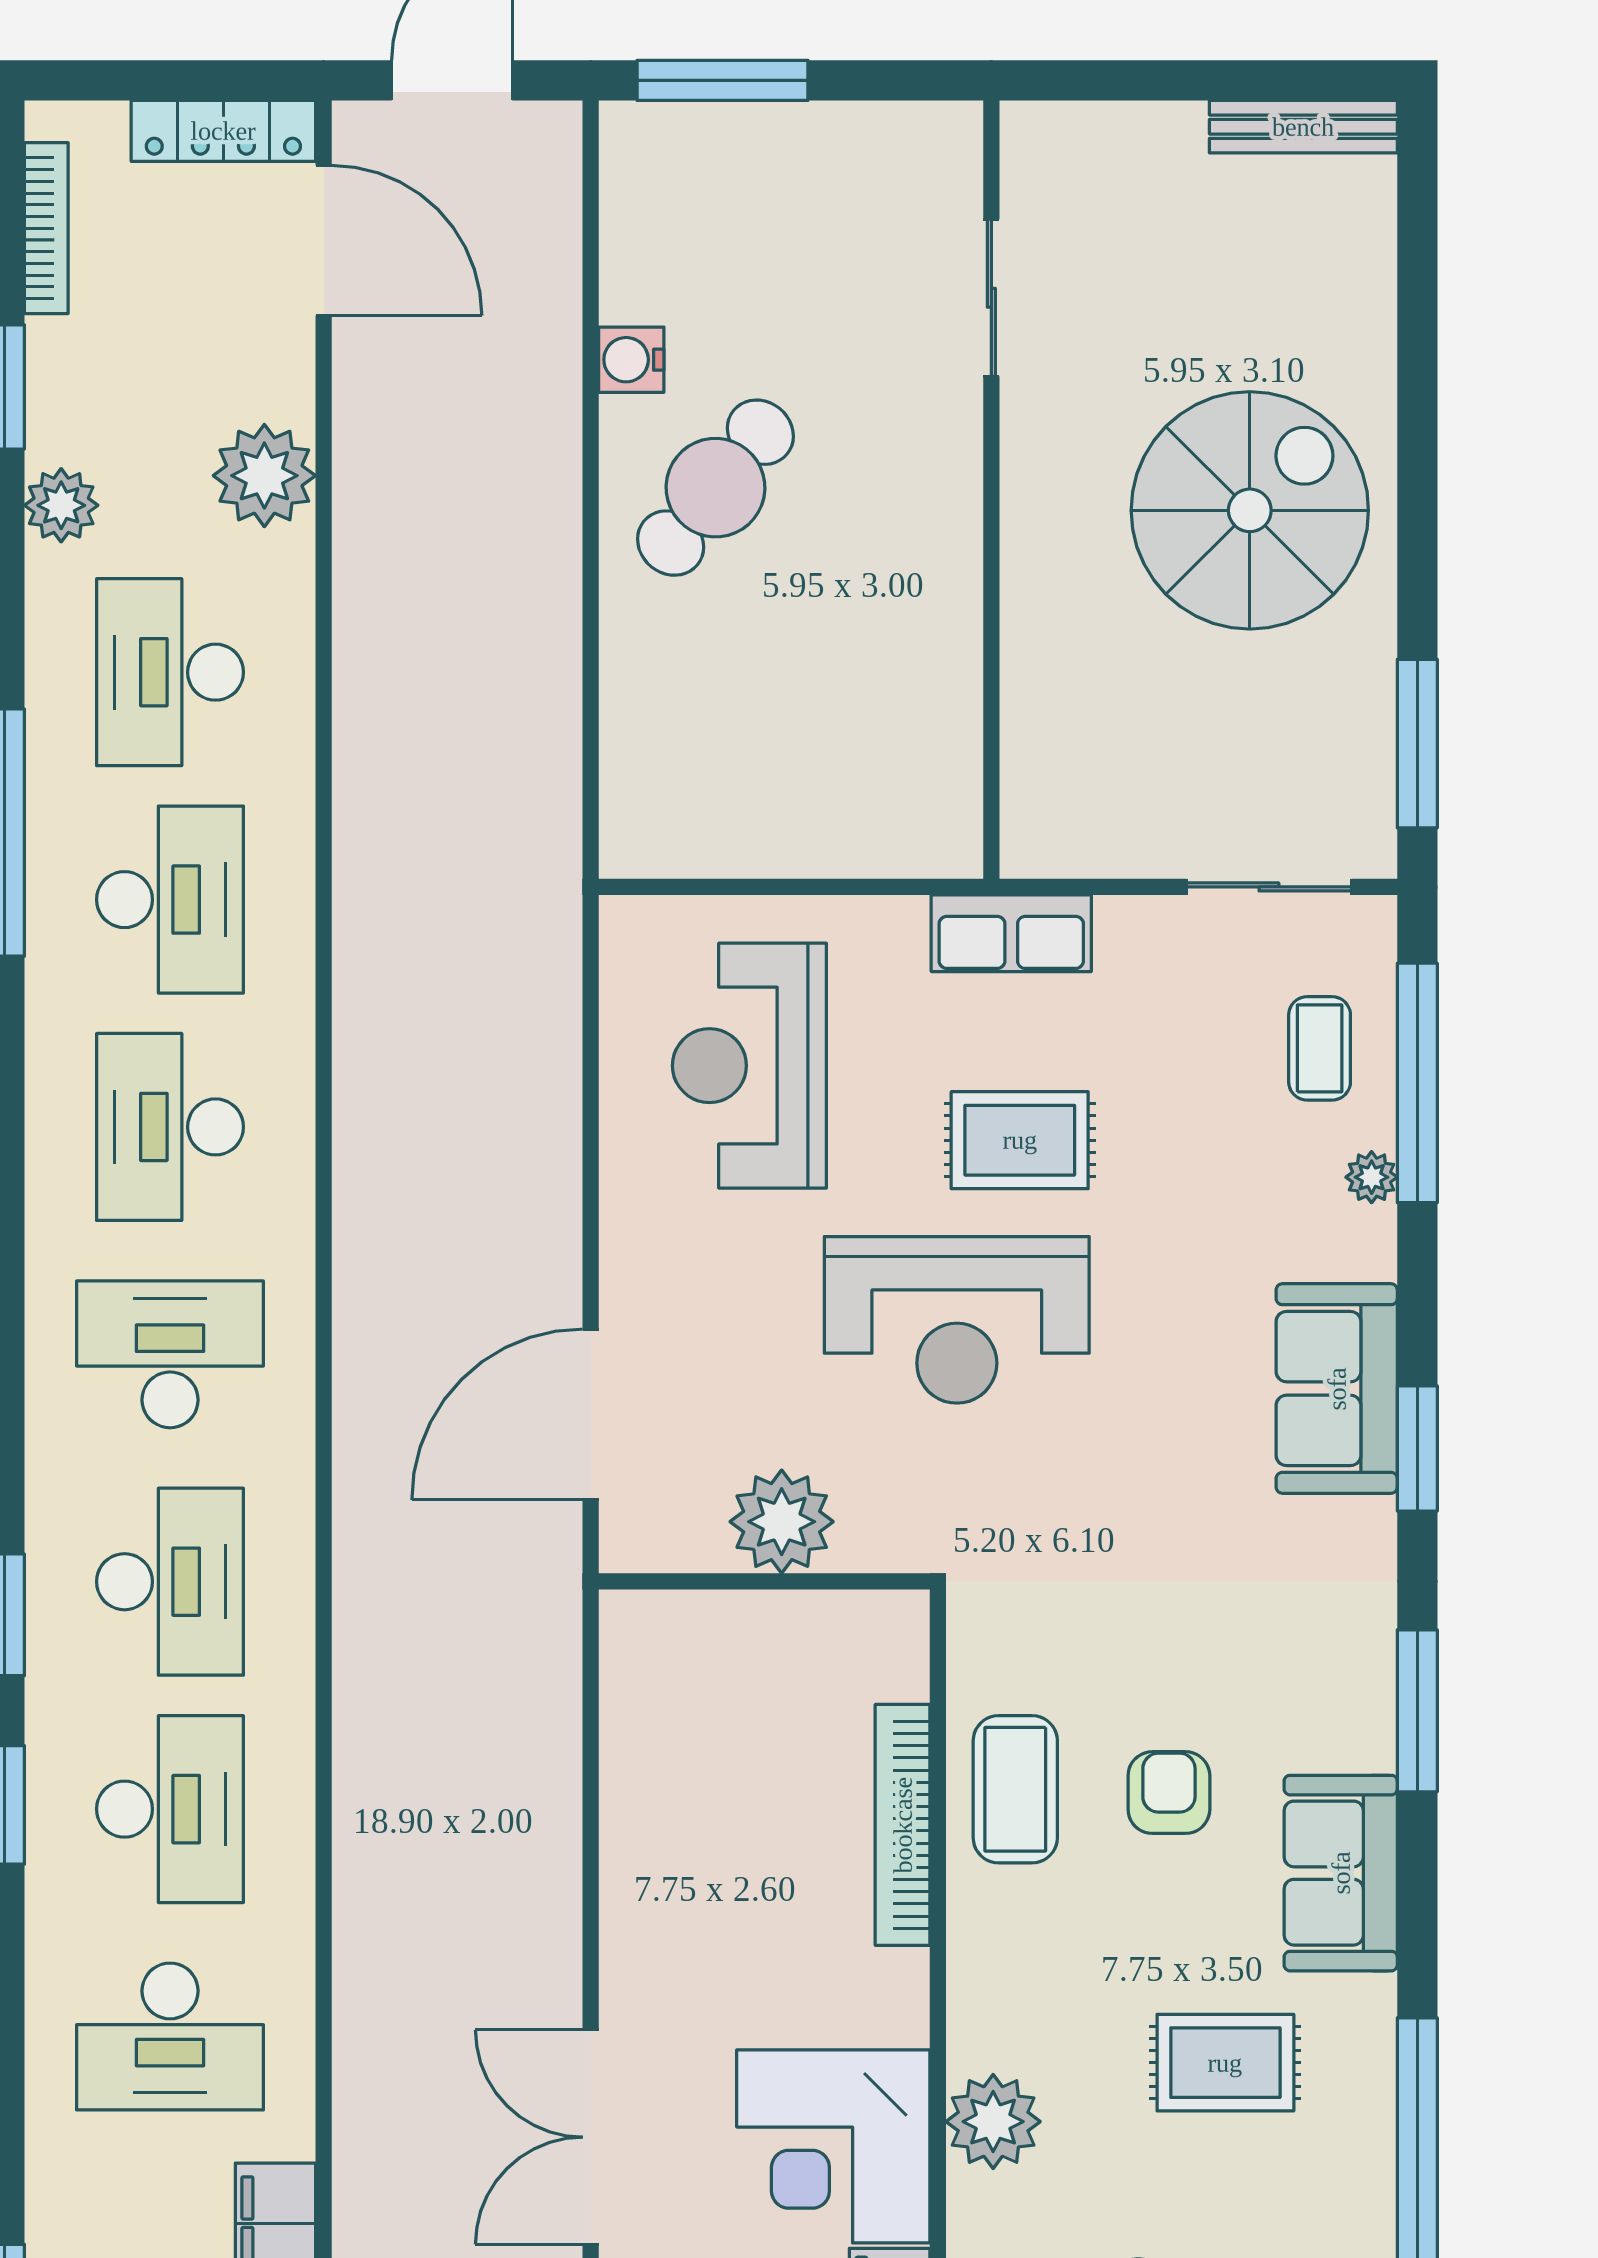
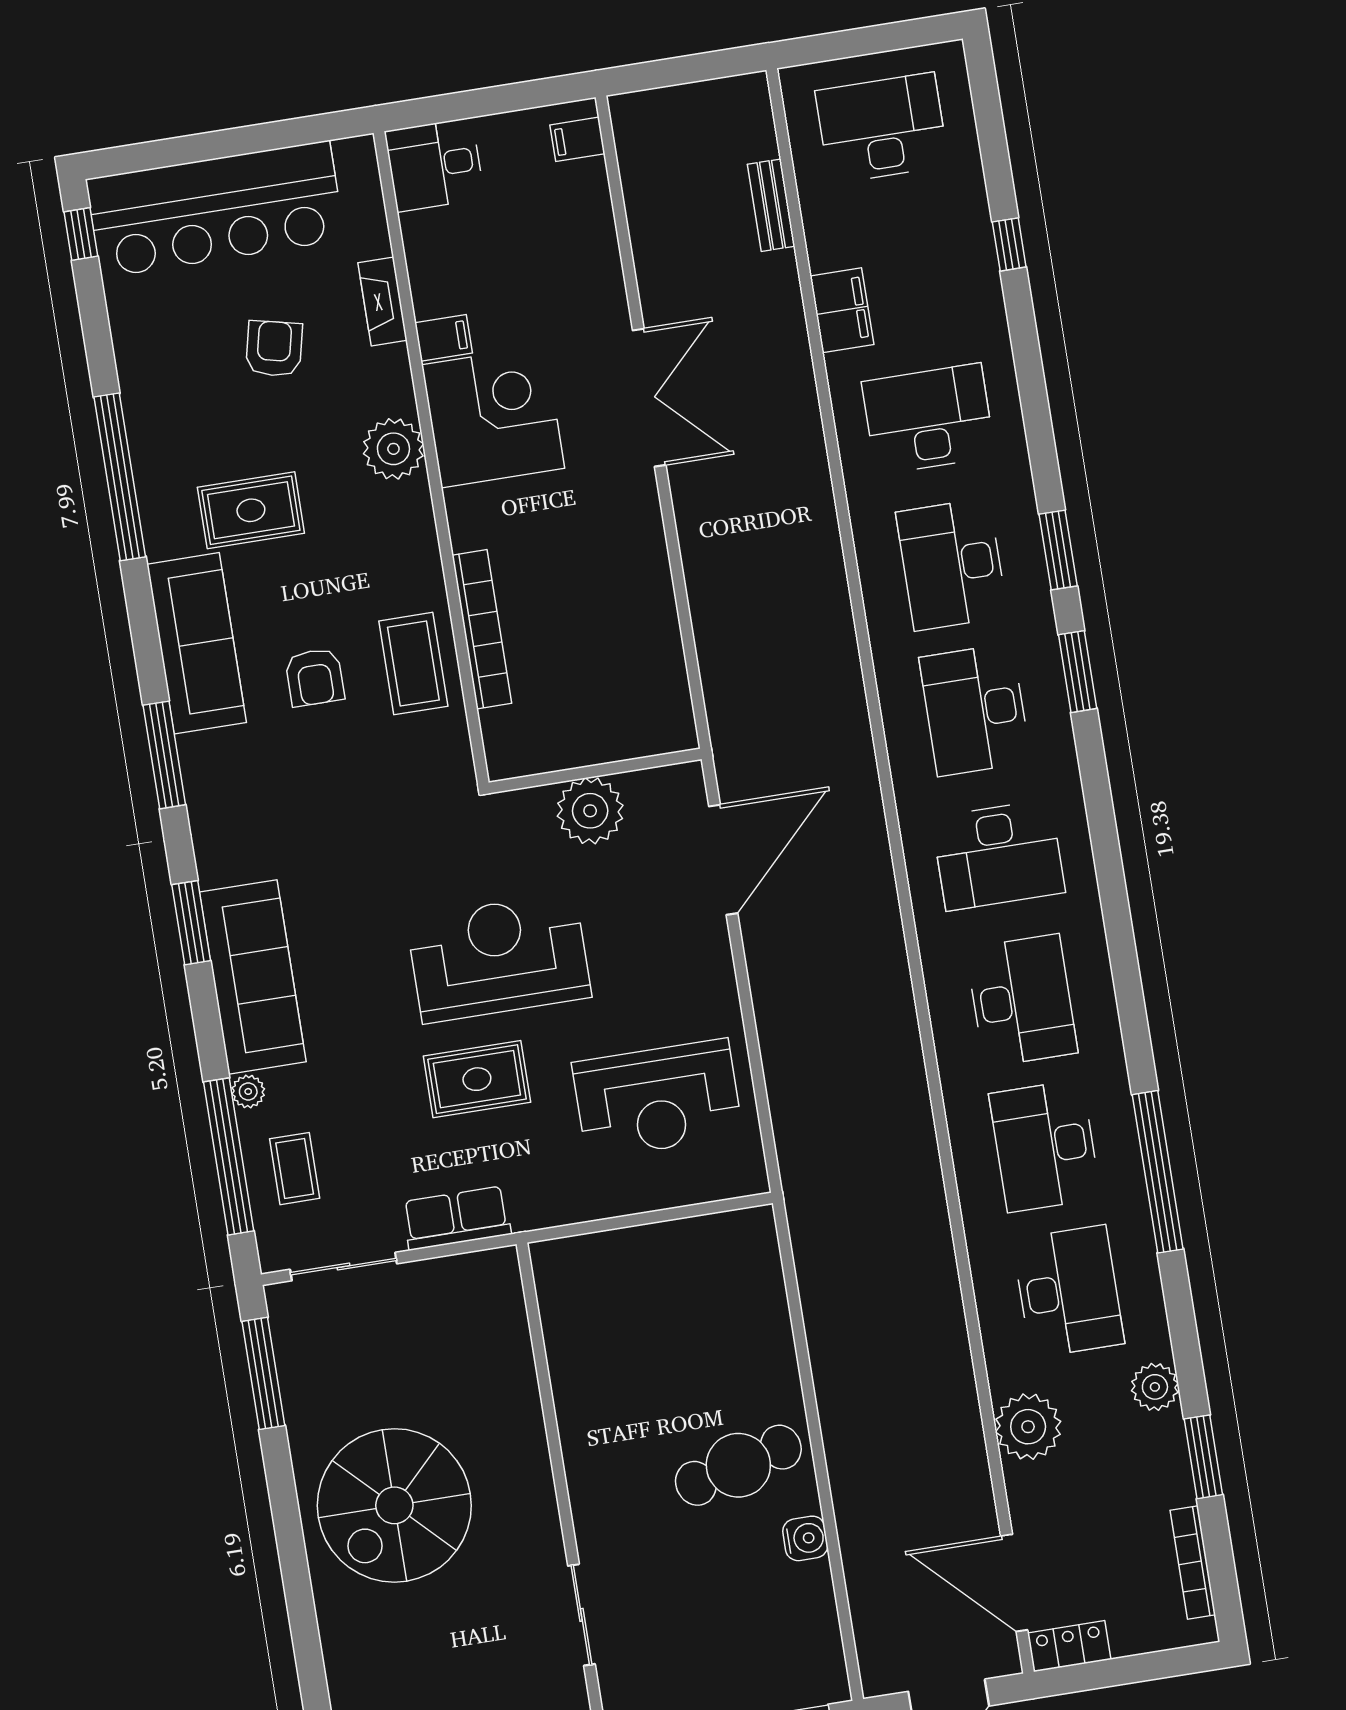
locker: (223, 131) -> (1069, 1646), width x0.66
cafe table: (715, 488) -> (738, 1465), turned 37
row of seats: (1011, 933) -> (457, 1218), moved
reception desk: (749, 1066) -> (657, 1099), turned 90
sofa: (1337, 1389) -> (253, 977), width x1.36
sofa: (1341, 1873) -> (197, 643), width x1.36

